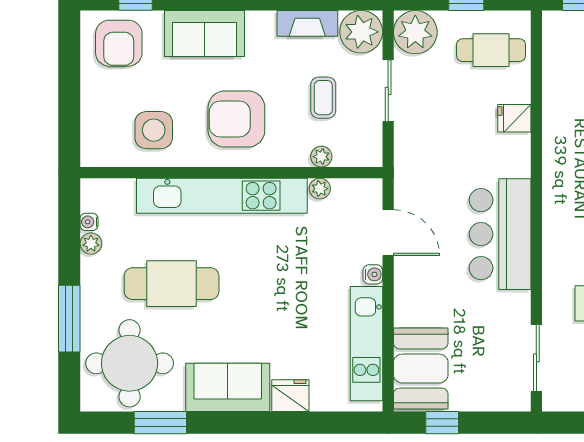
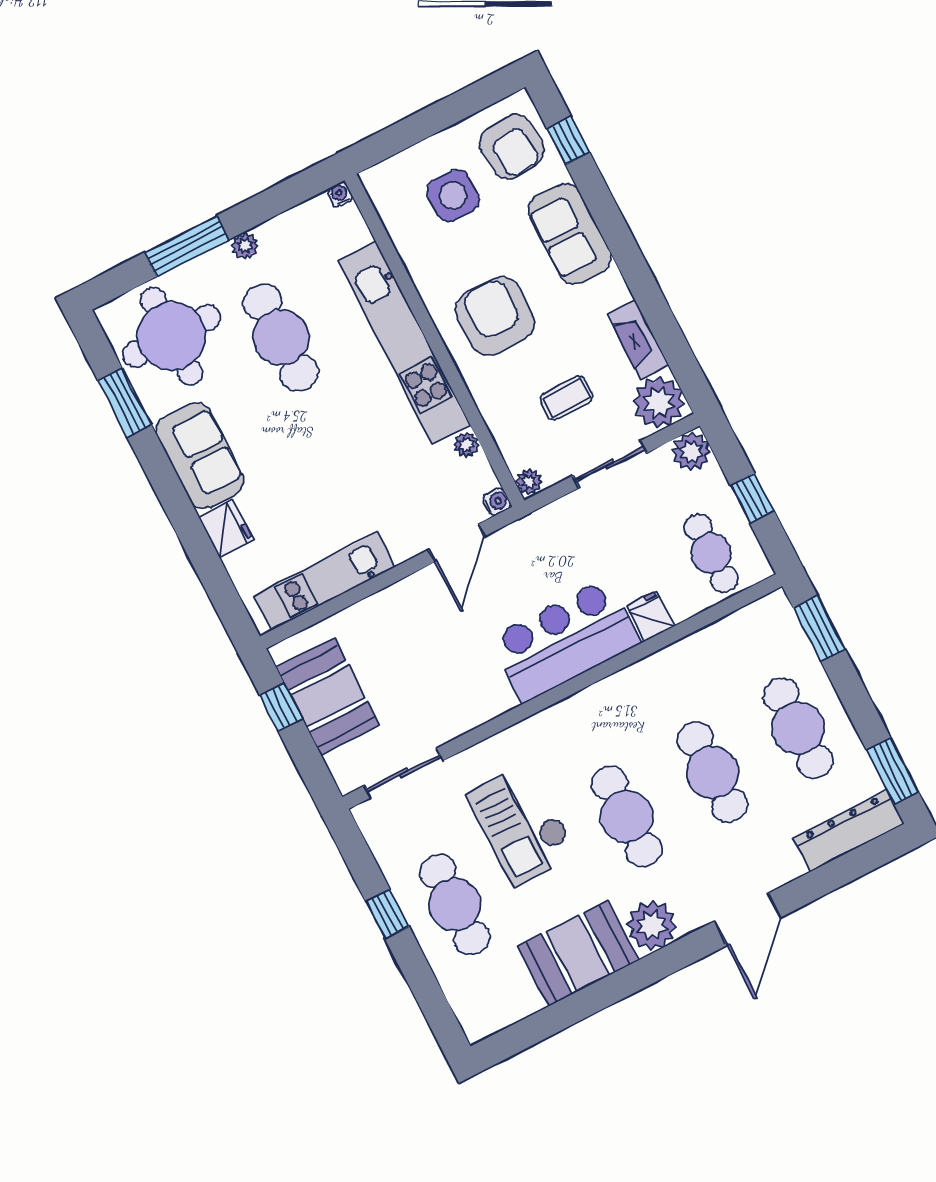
plant: (415, 32) -> (691, 452), width x0.73, depth x0.73
armchair: (119, 43) -> (512, 147), turned -96
side table: (154, 130) -> (453, 196), moved
plant: (321, 157) -> (529, 482), moved
water cooler: (89, 222) -> (340, 194), moved
bar counter: (500, 234) -> (565, 640), moved
plant: (91, 244) -> (245, 246), moved
water cooler: (373, 274) -> (497, 502), moved, turned -90
booth: (421, 369) -> (328, 696), moved, turned 90

